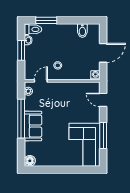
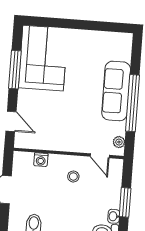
washing machine: (95, 75) -> (41, 160), moved
door: (41, 81) -> (100, 156), hinge flipped
sofa: (33, 126) -> (116, 91), width x1.36
floor lamp: (30, 161) -> (124, 41), removed

